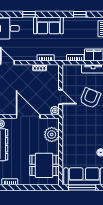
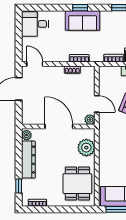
window: (29, 14) -> (80, 8), moved
dining table: (44, 165) -> (77, 184), turned 90

